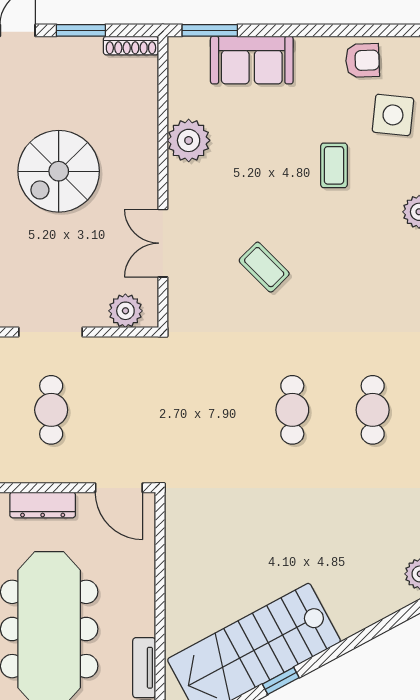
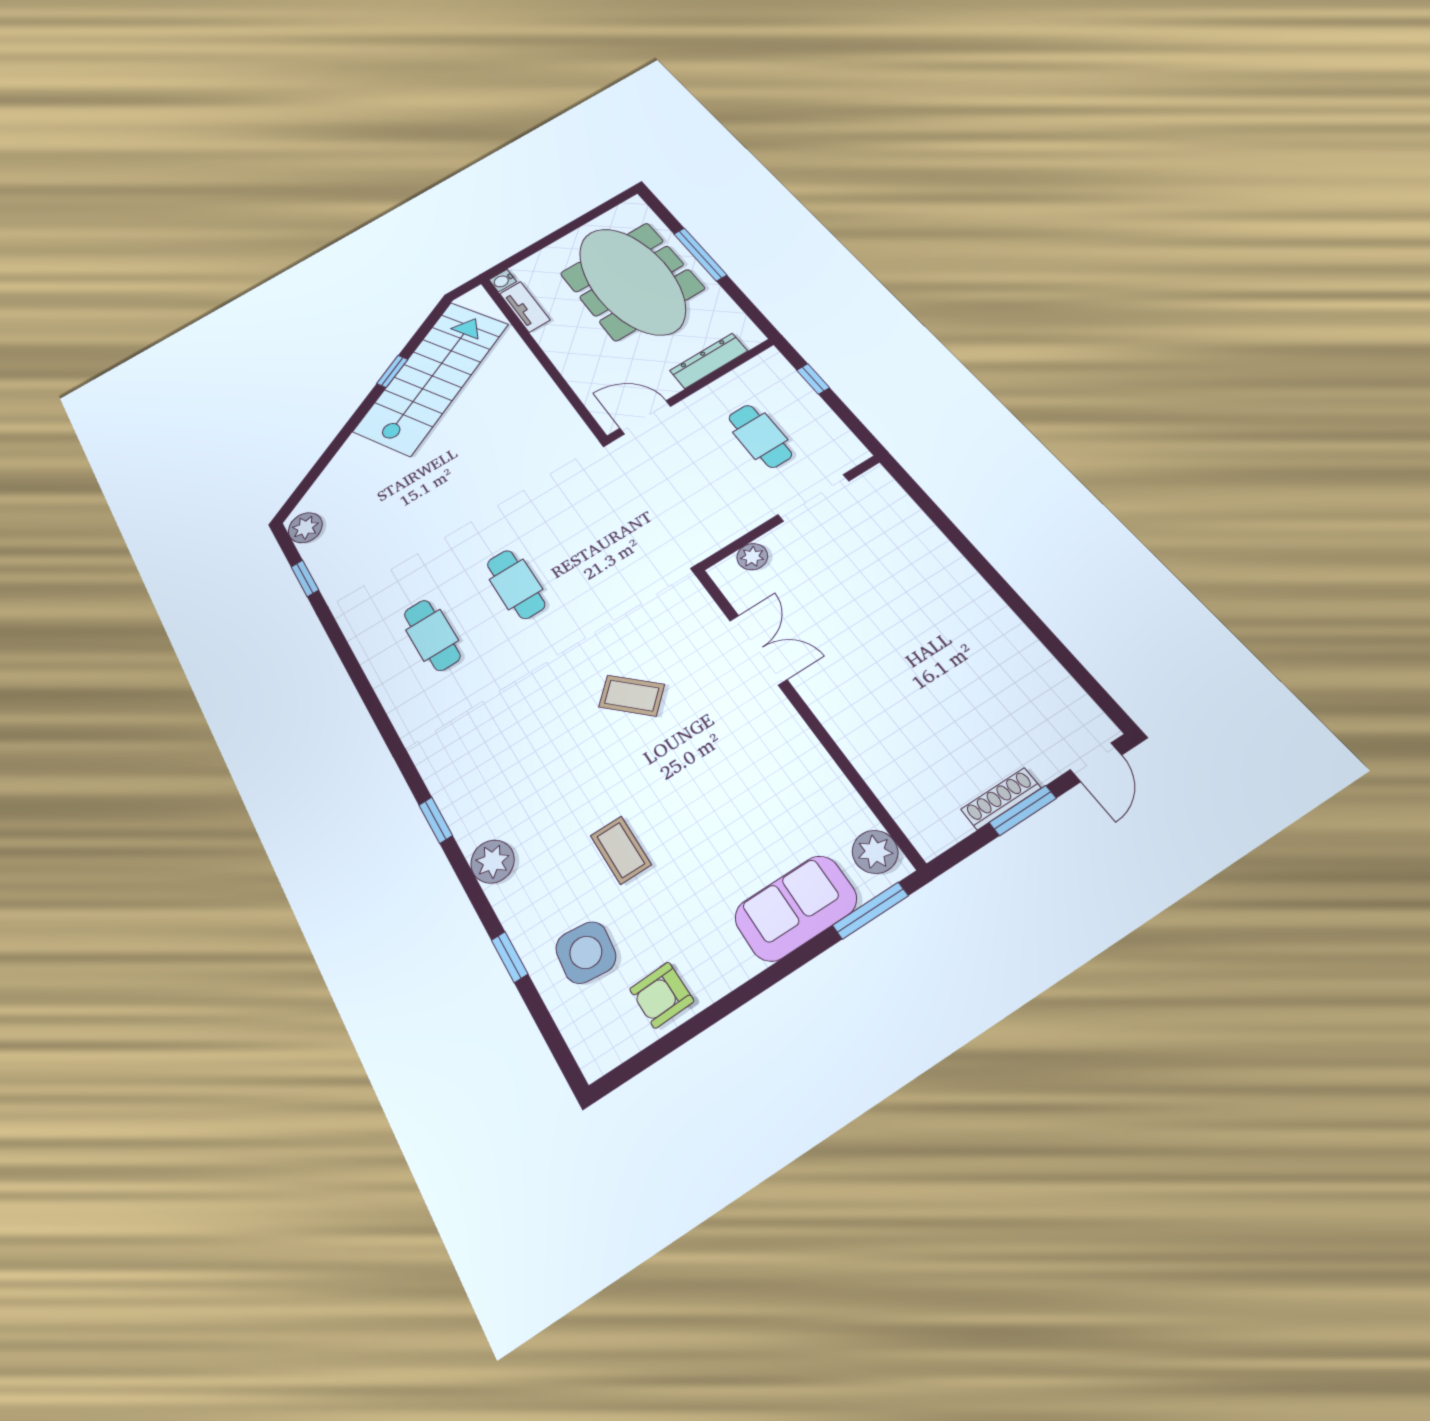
shoe rack: (131, 46) -> (1001, 799), moved
plant: (189, 140) -> (875, 852), moved, width x0.73, depth x0.73
spiral stairs: (59, 171) -> (926, 647), removed
plant: (125, 311) -> (752, 557), width x0.73, depth x0.73

